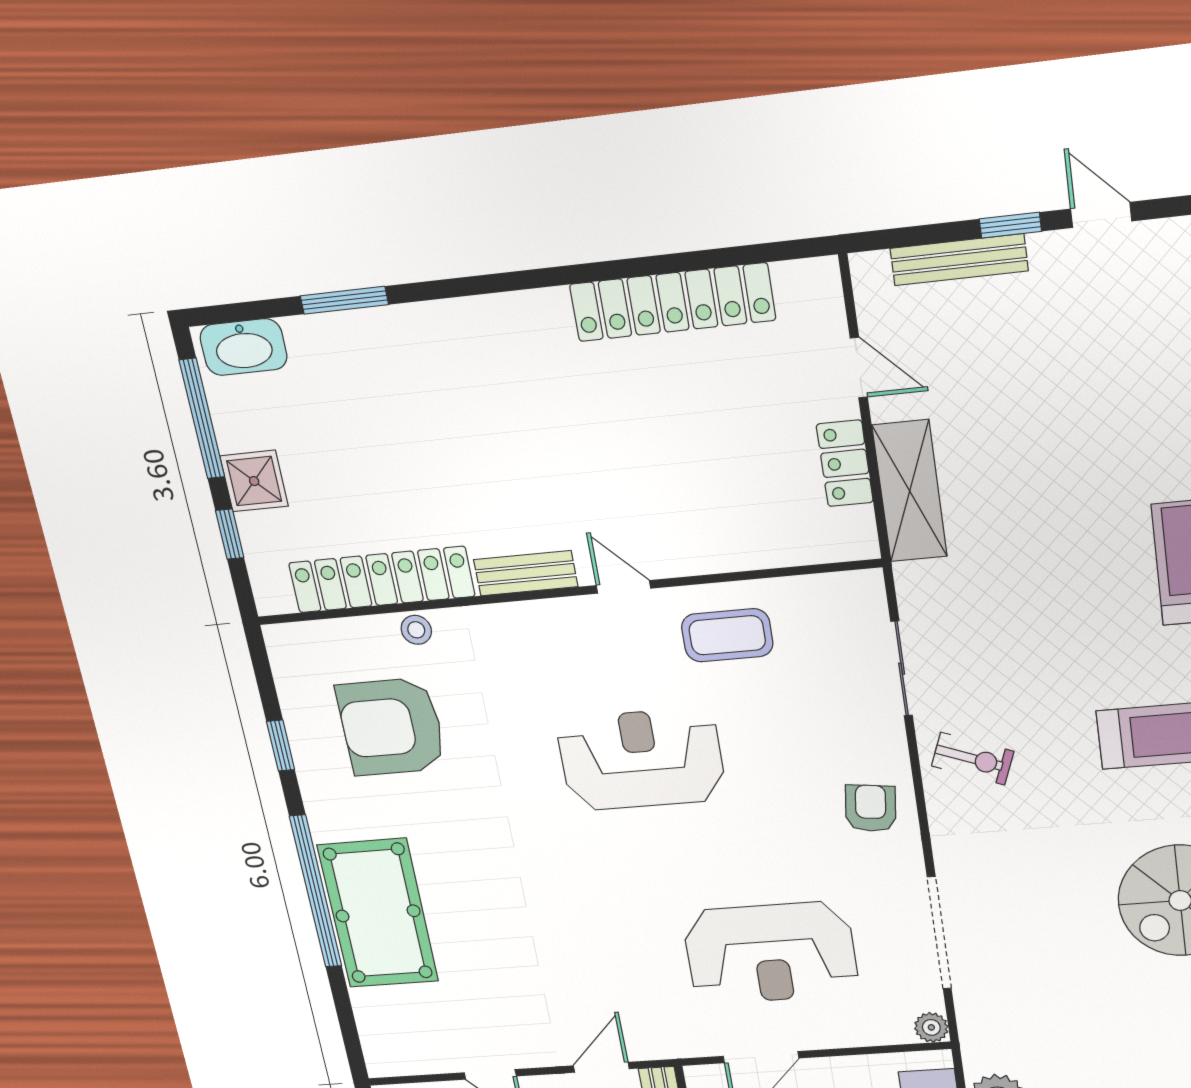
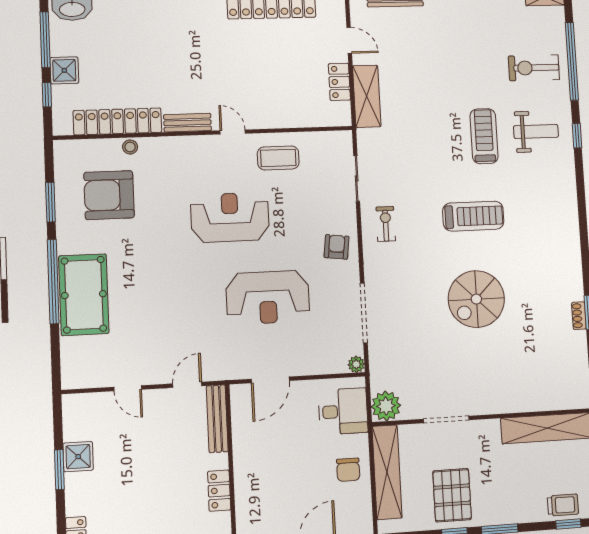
window: (281, 746) -> (50, 202), width x1.50
exercise bike: (973, 759) -> (386, 224), turned -111
reception desk: (771, 953) -> (268, 297), moved

